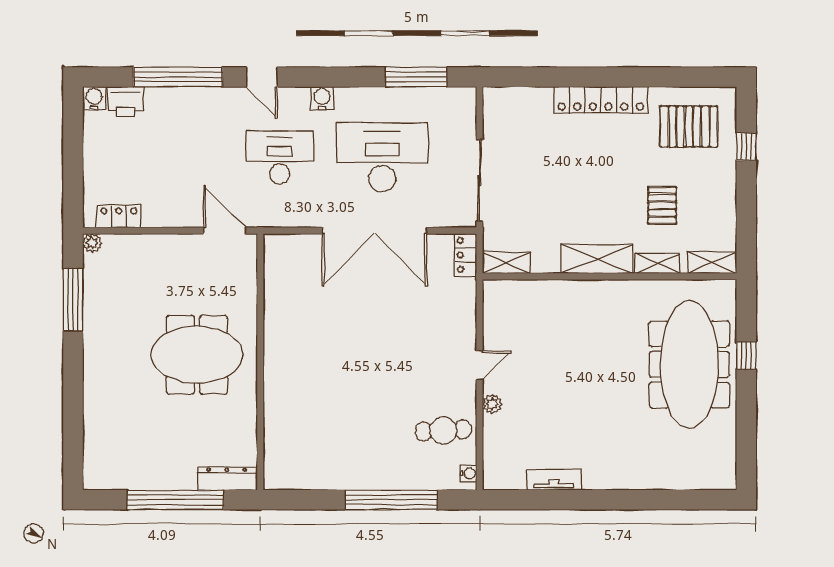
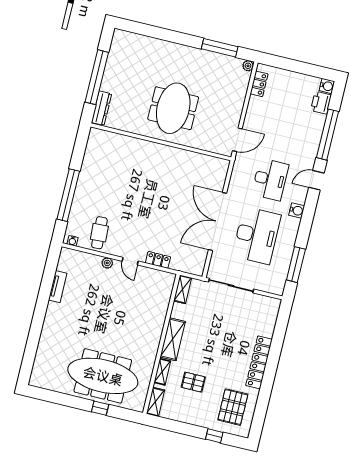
locker: (466, 255) -> (158, 260), moved

